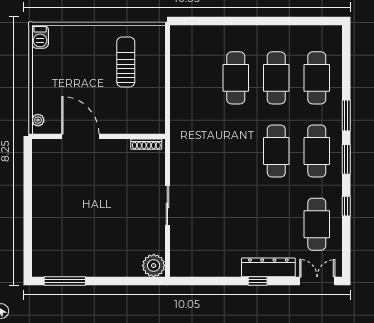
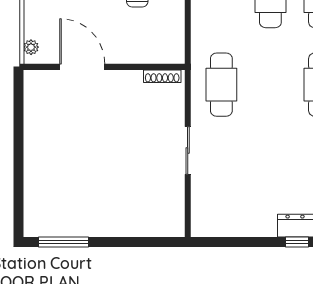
cafe table: (195, 151) -> (221, 85), added
plant: (154, 266) -> (171, 223), removed

